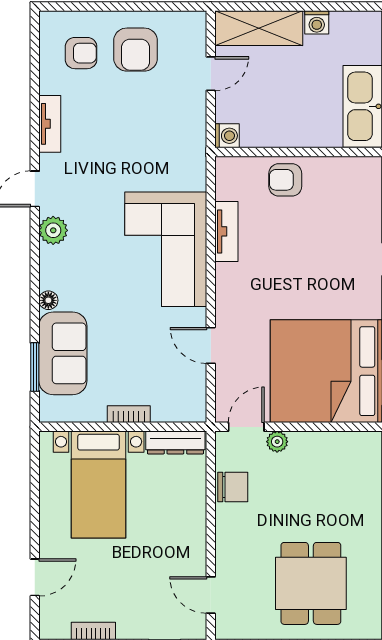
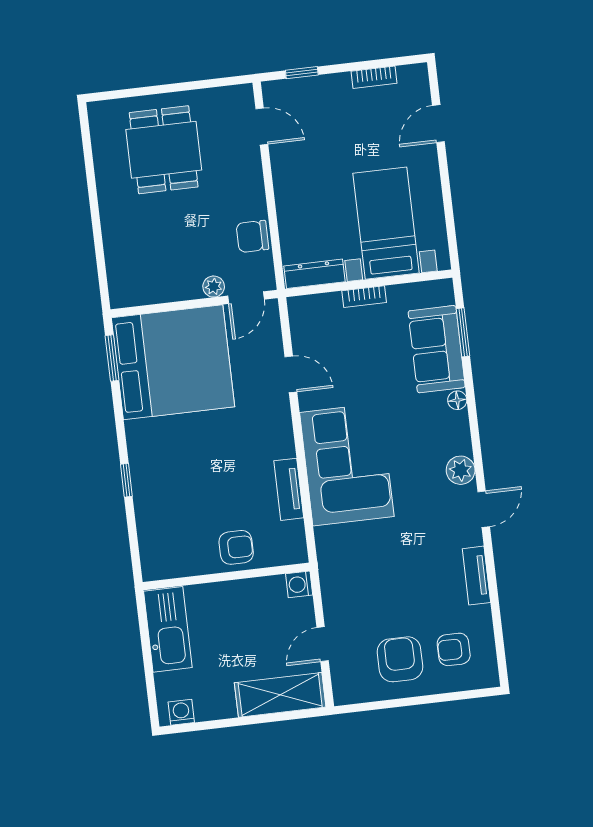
washing machine: (317, 22) -> (181, 712), moved

